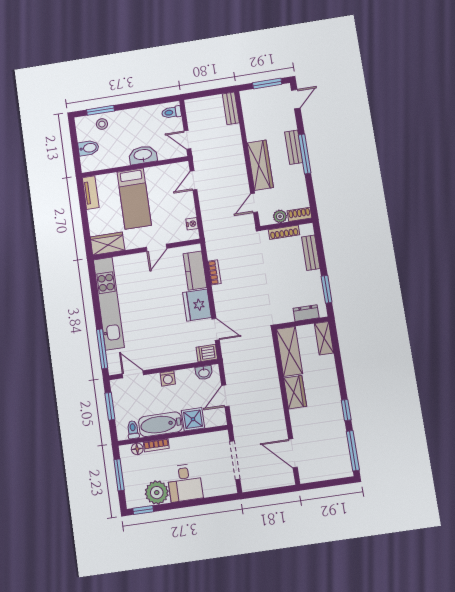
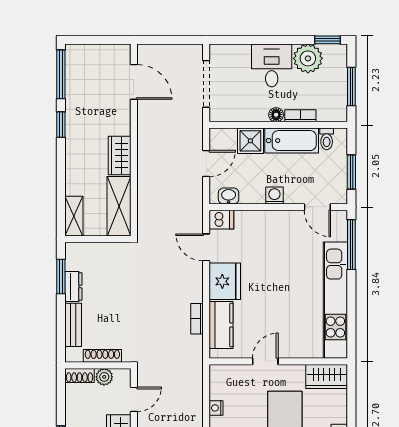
nightstand: (192, 224) -> (216, 408), moved
dresser: (306, 313) -> (73, 287), moved, turned -90
floor lamp: (137, 449) -> (276, 115), moved

